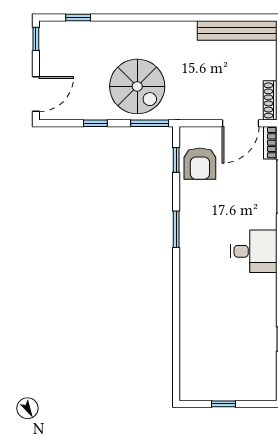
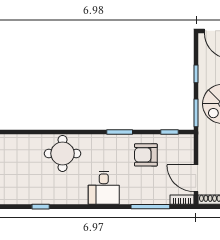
armchair: (200, 164) -> (146, 155), moved
round table: (206, 309) -> (63, 153), added

